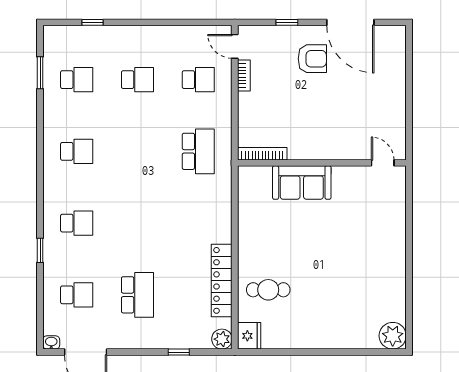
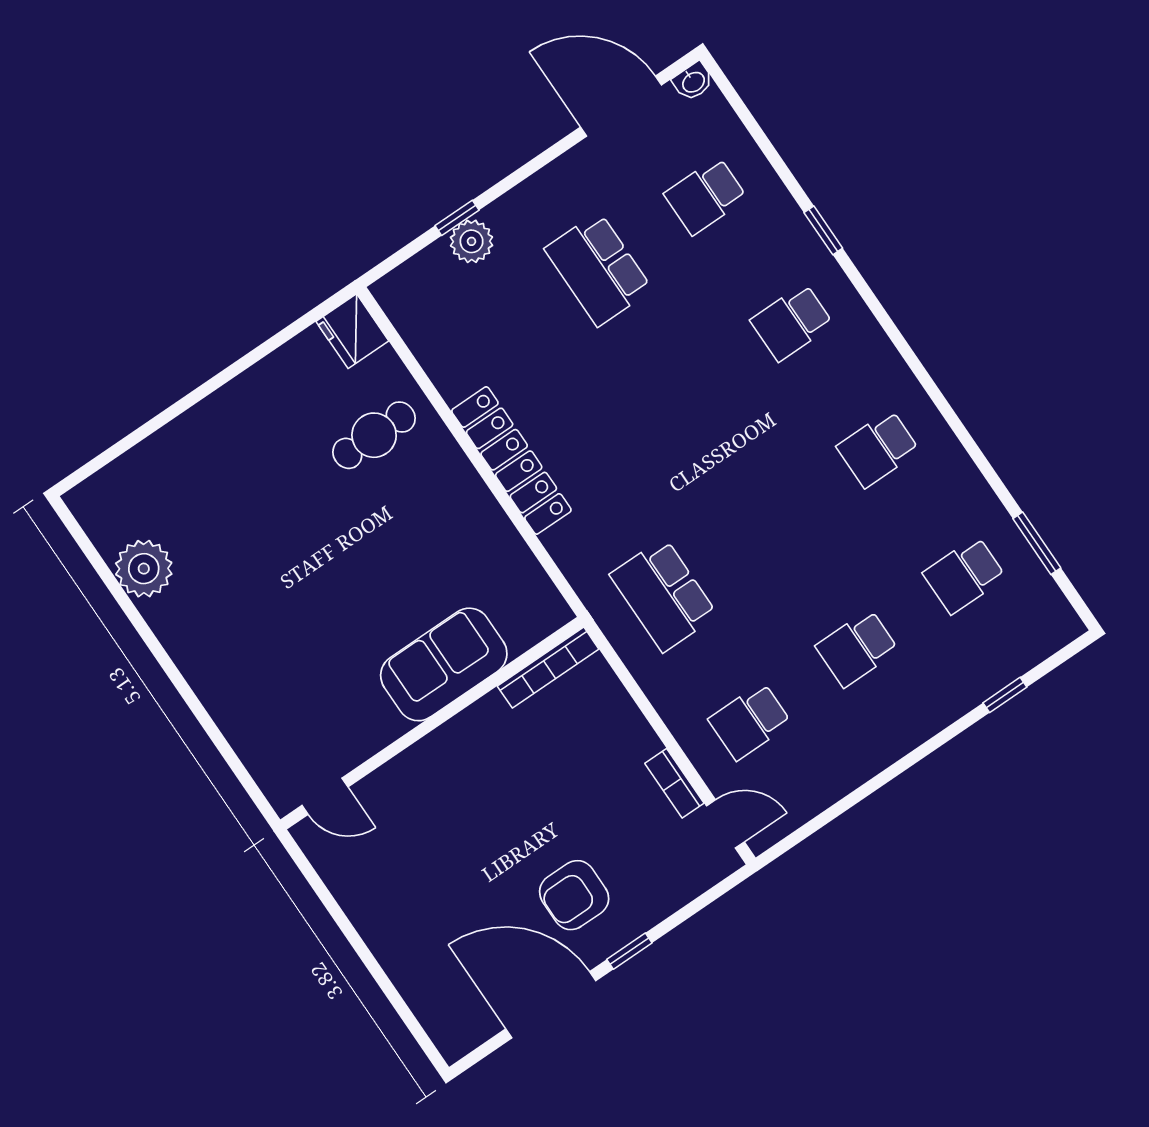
window: (287, 22) -> (629, 951), moved
locker: (222, 280) -> (511, 460), moved
plant: (393, 336) -> (144, 569), moved
plant: (222, 339) -> (472, 241), moved

